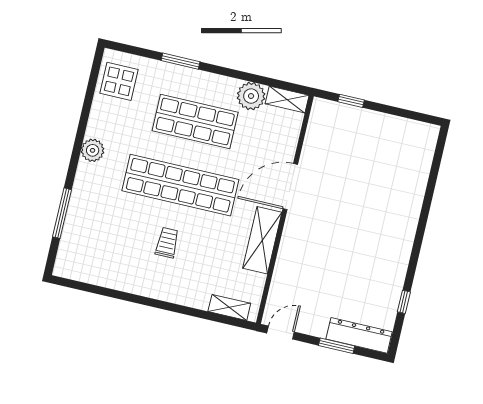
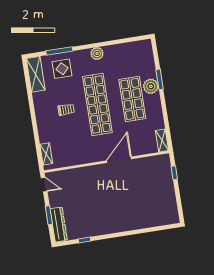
display table: (119, 81) -> (62, 69), moved
plant: (251, 96) -> (151, 86), moved
door: (290, 187) -> (119, 160), hinge flipped
shelving: (262, 240) -> (36, 74), moved, turned 90

